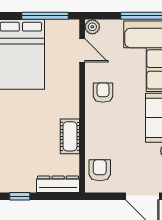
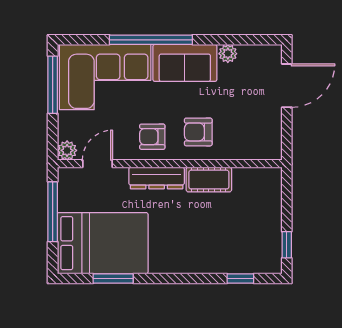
armchair: (100, 170) -> (198, 132), moved
dresser: (58, 184) -> (157, 178), moved, turned -90

